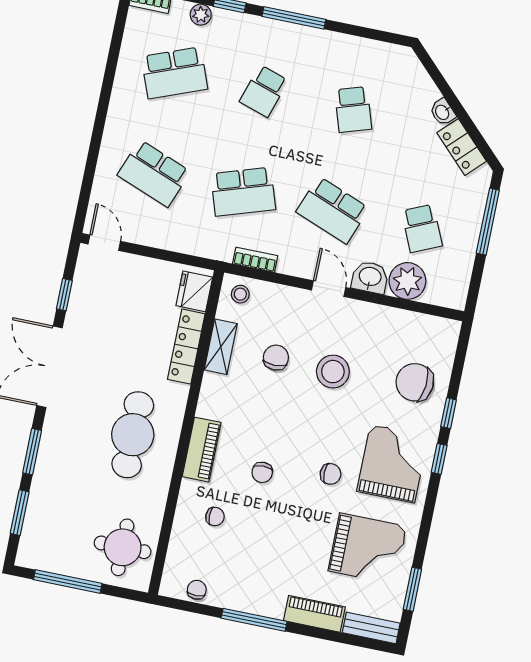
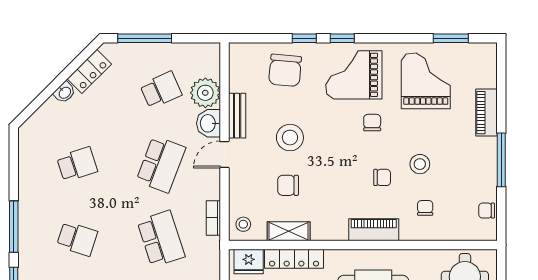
stool: (269, 521) -> (420, 164), added
bench: (371, 628) -> (237, 116), moved

